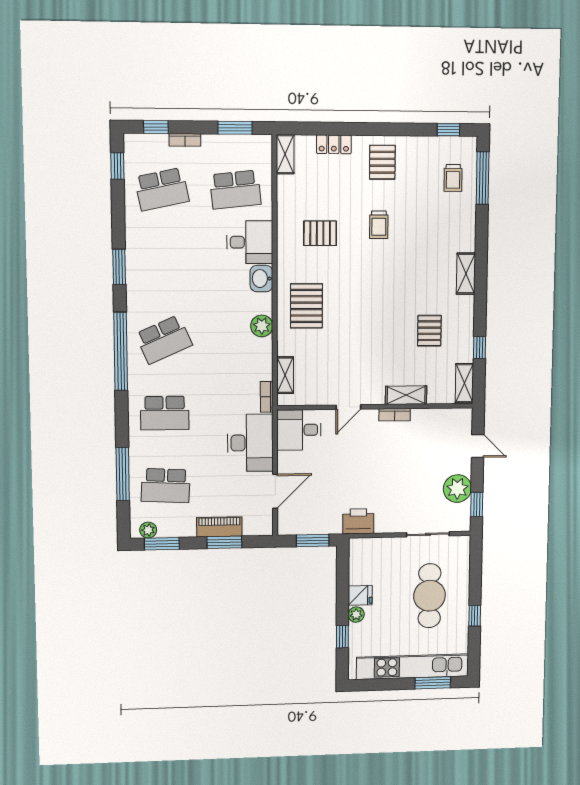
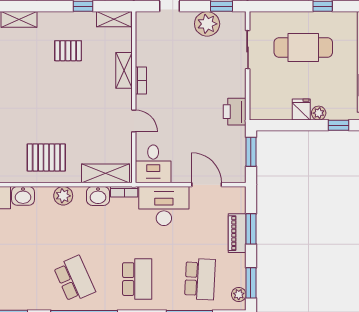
washbasin: (262, 367) -> (98, 196), added
shelving: (285, 375) -> (106, 173), width x1.50, depth x1.33

